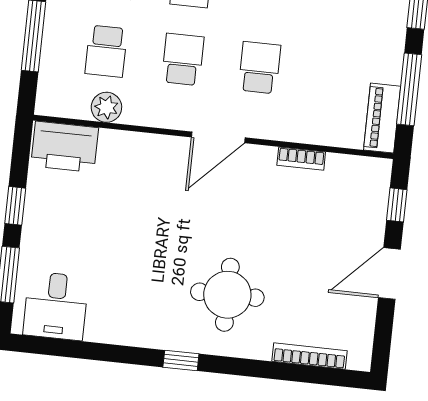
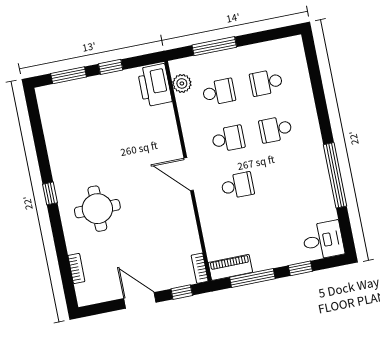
school desk: (106, 51) -> (219, 92), turned 180
plant: (106, 107) -> (182, 83), moved
bookcase: (301, 159) -> (200, 268), moved
desk: (56, 306) -> (59, 109), removed
bookcase: (309, 356) -> (76, 268), width x0.64

